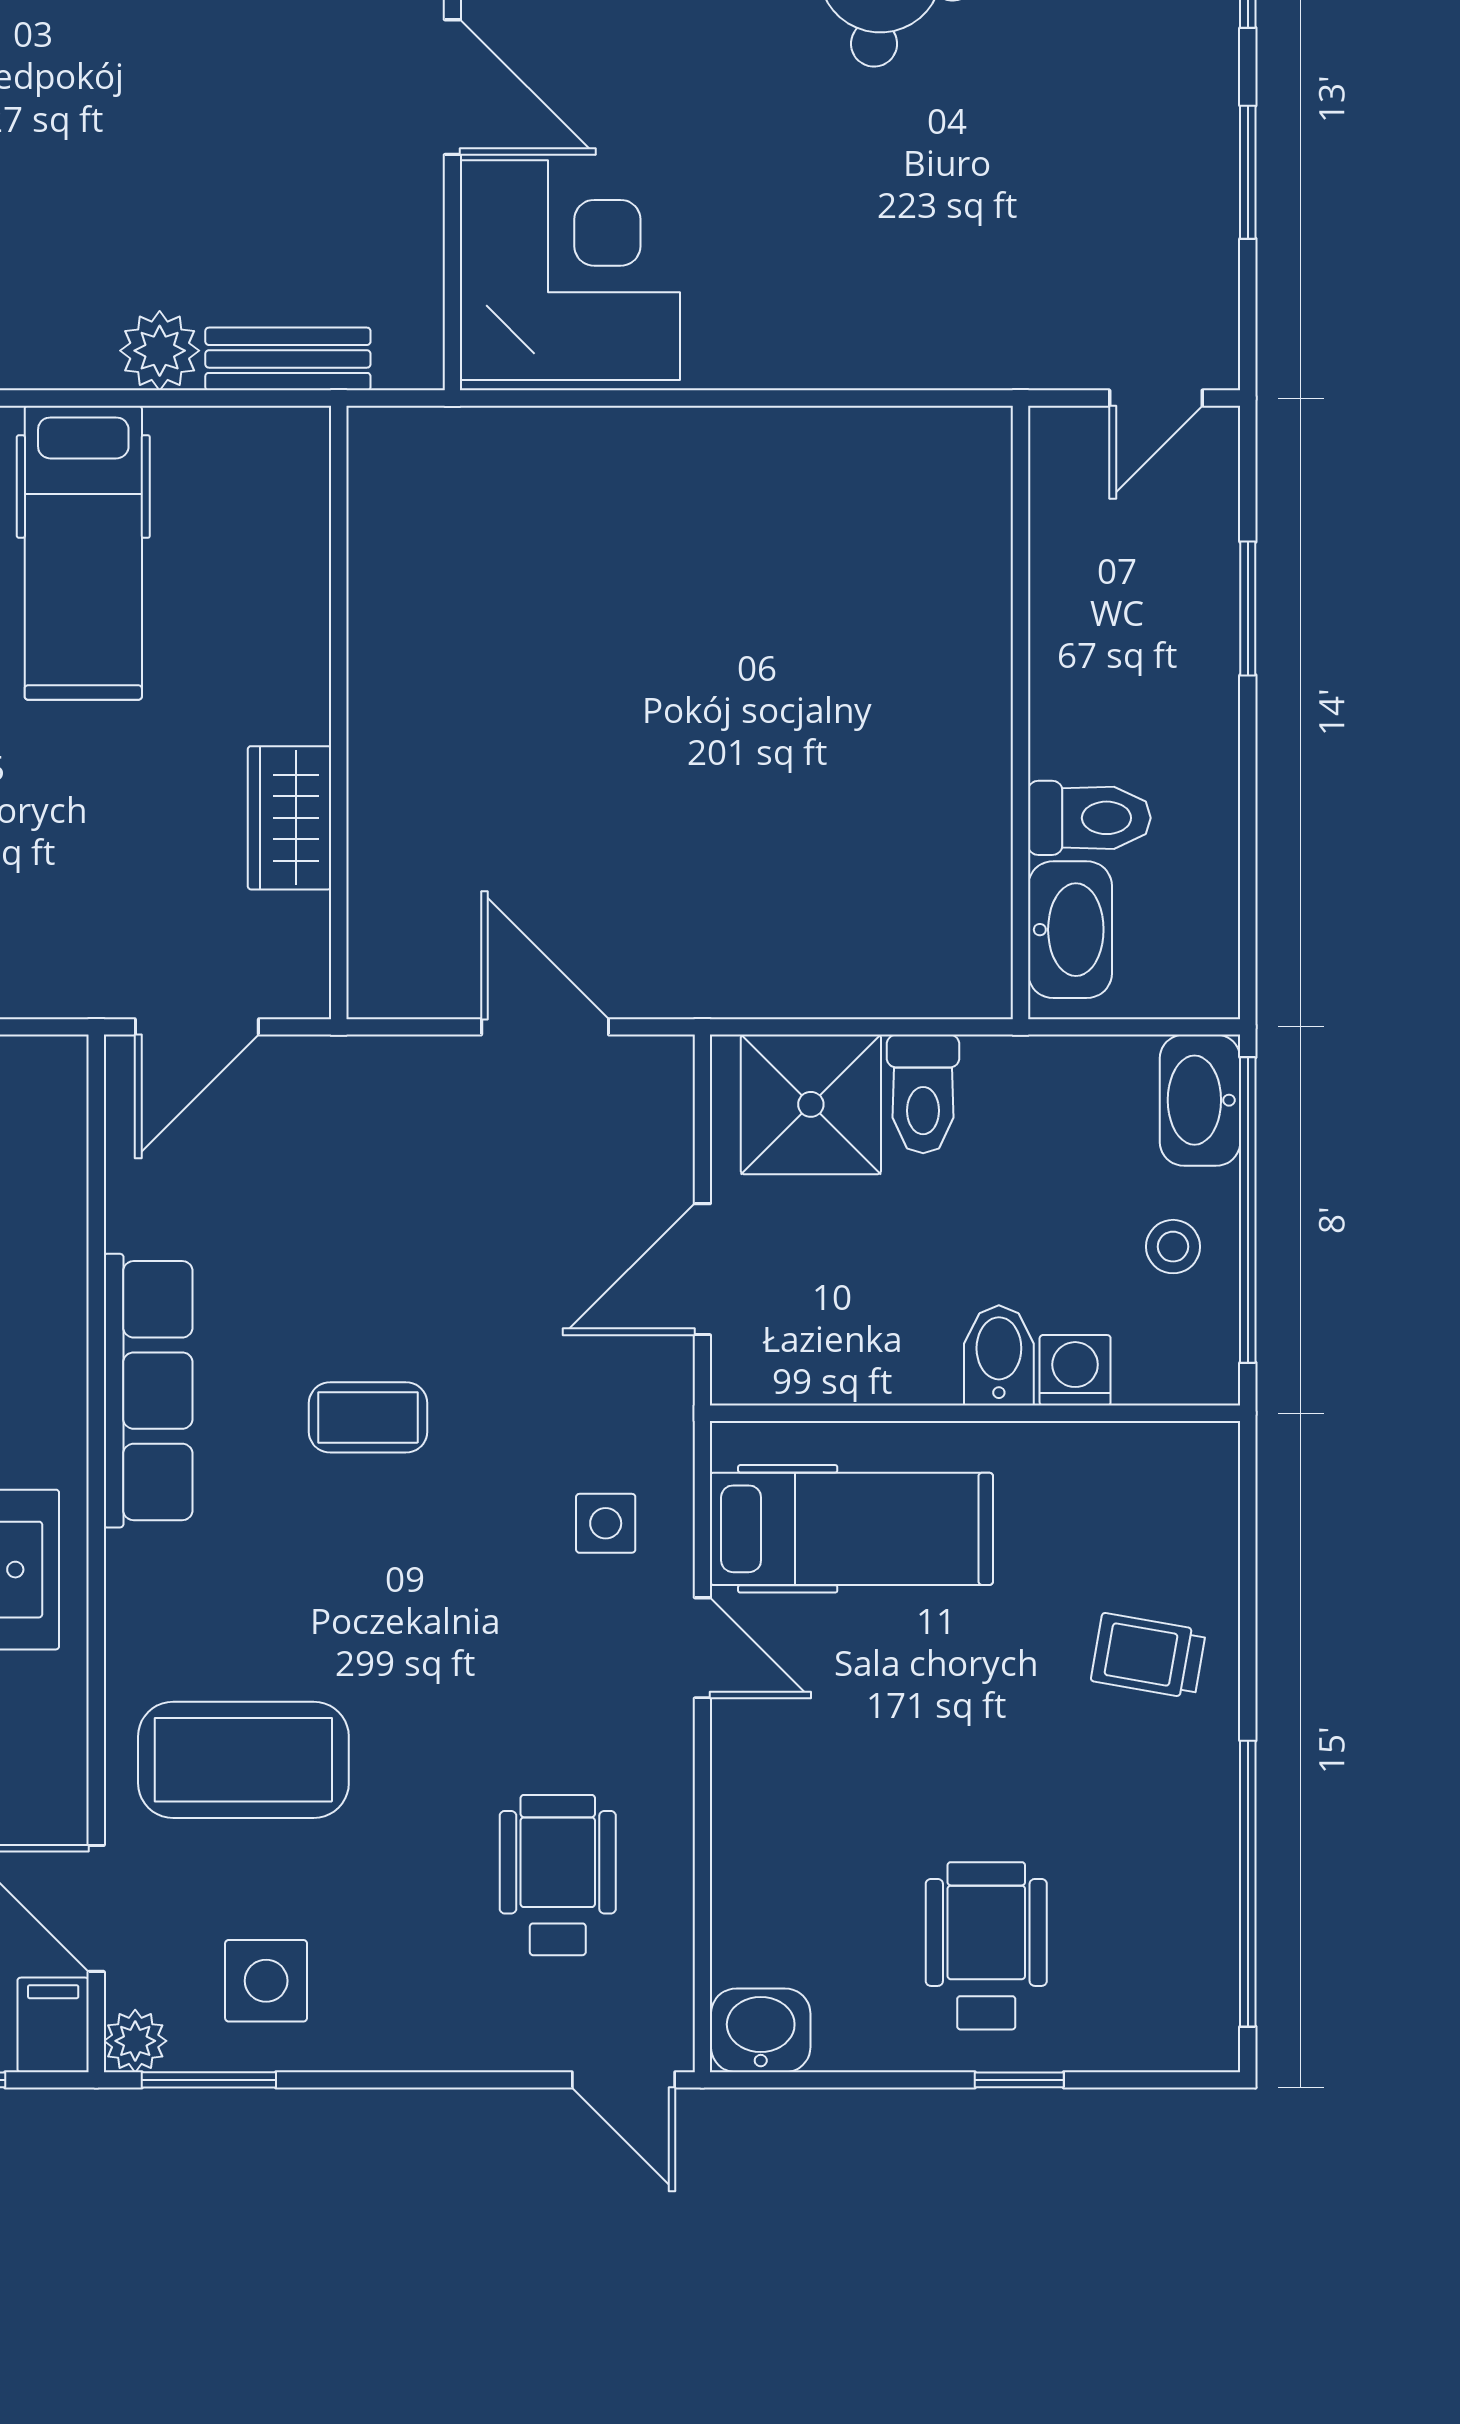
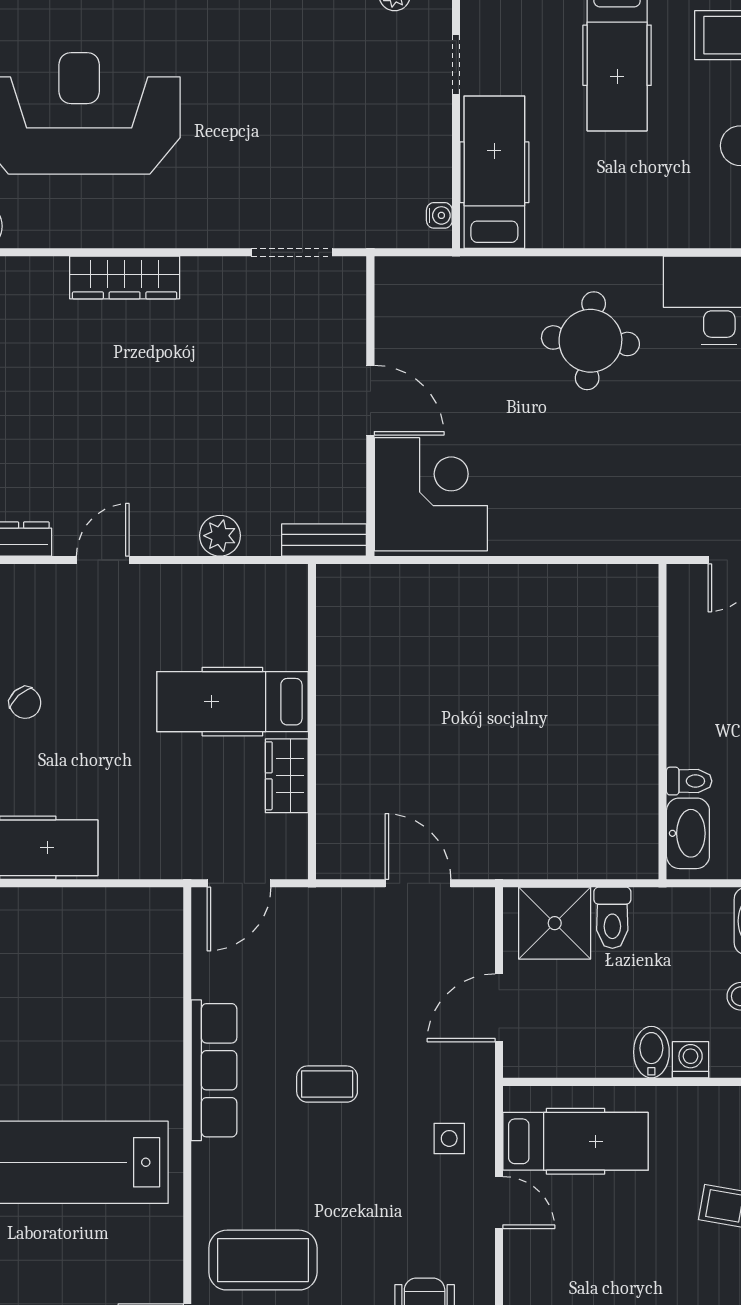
bench: (288, 359) -> (324, 540), moved
hospital bed: (83, 553) -> (232, 702), moved, turned 90
toilet: (1089, 818) -> (689, 781), width x0.73, depth x0.72

